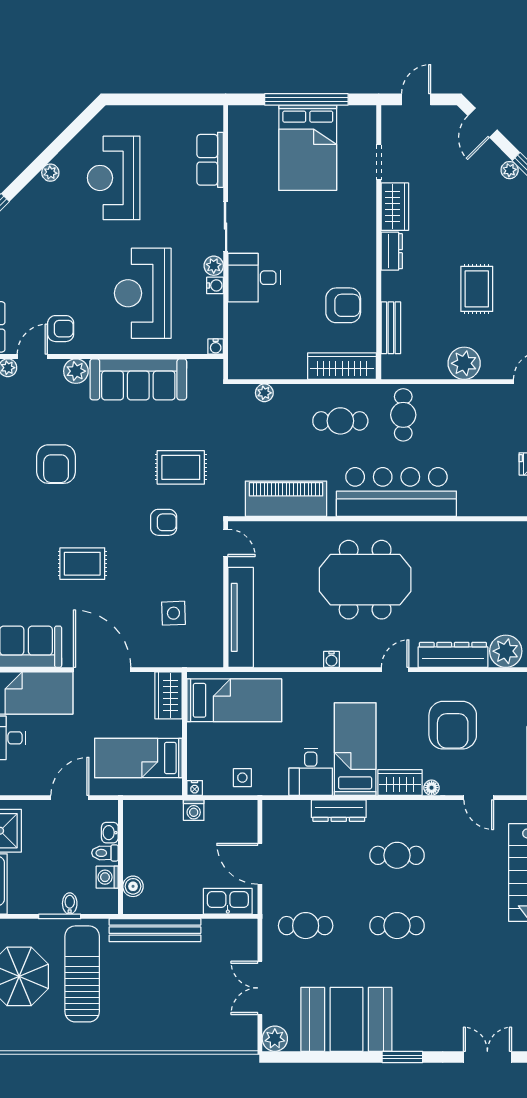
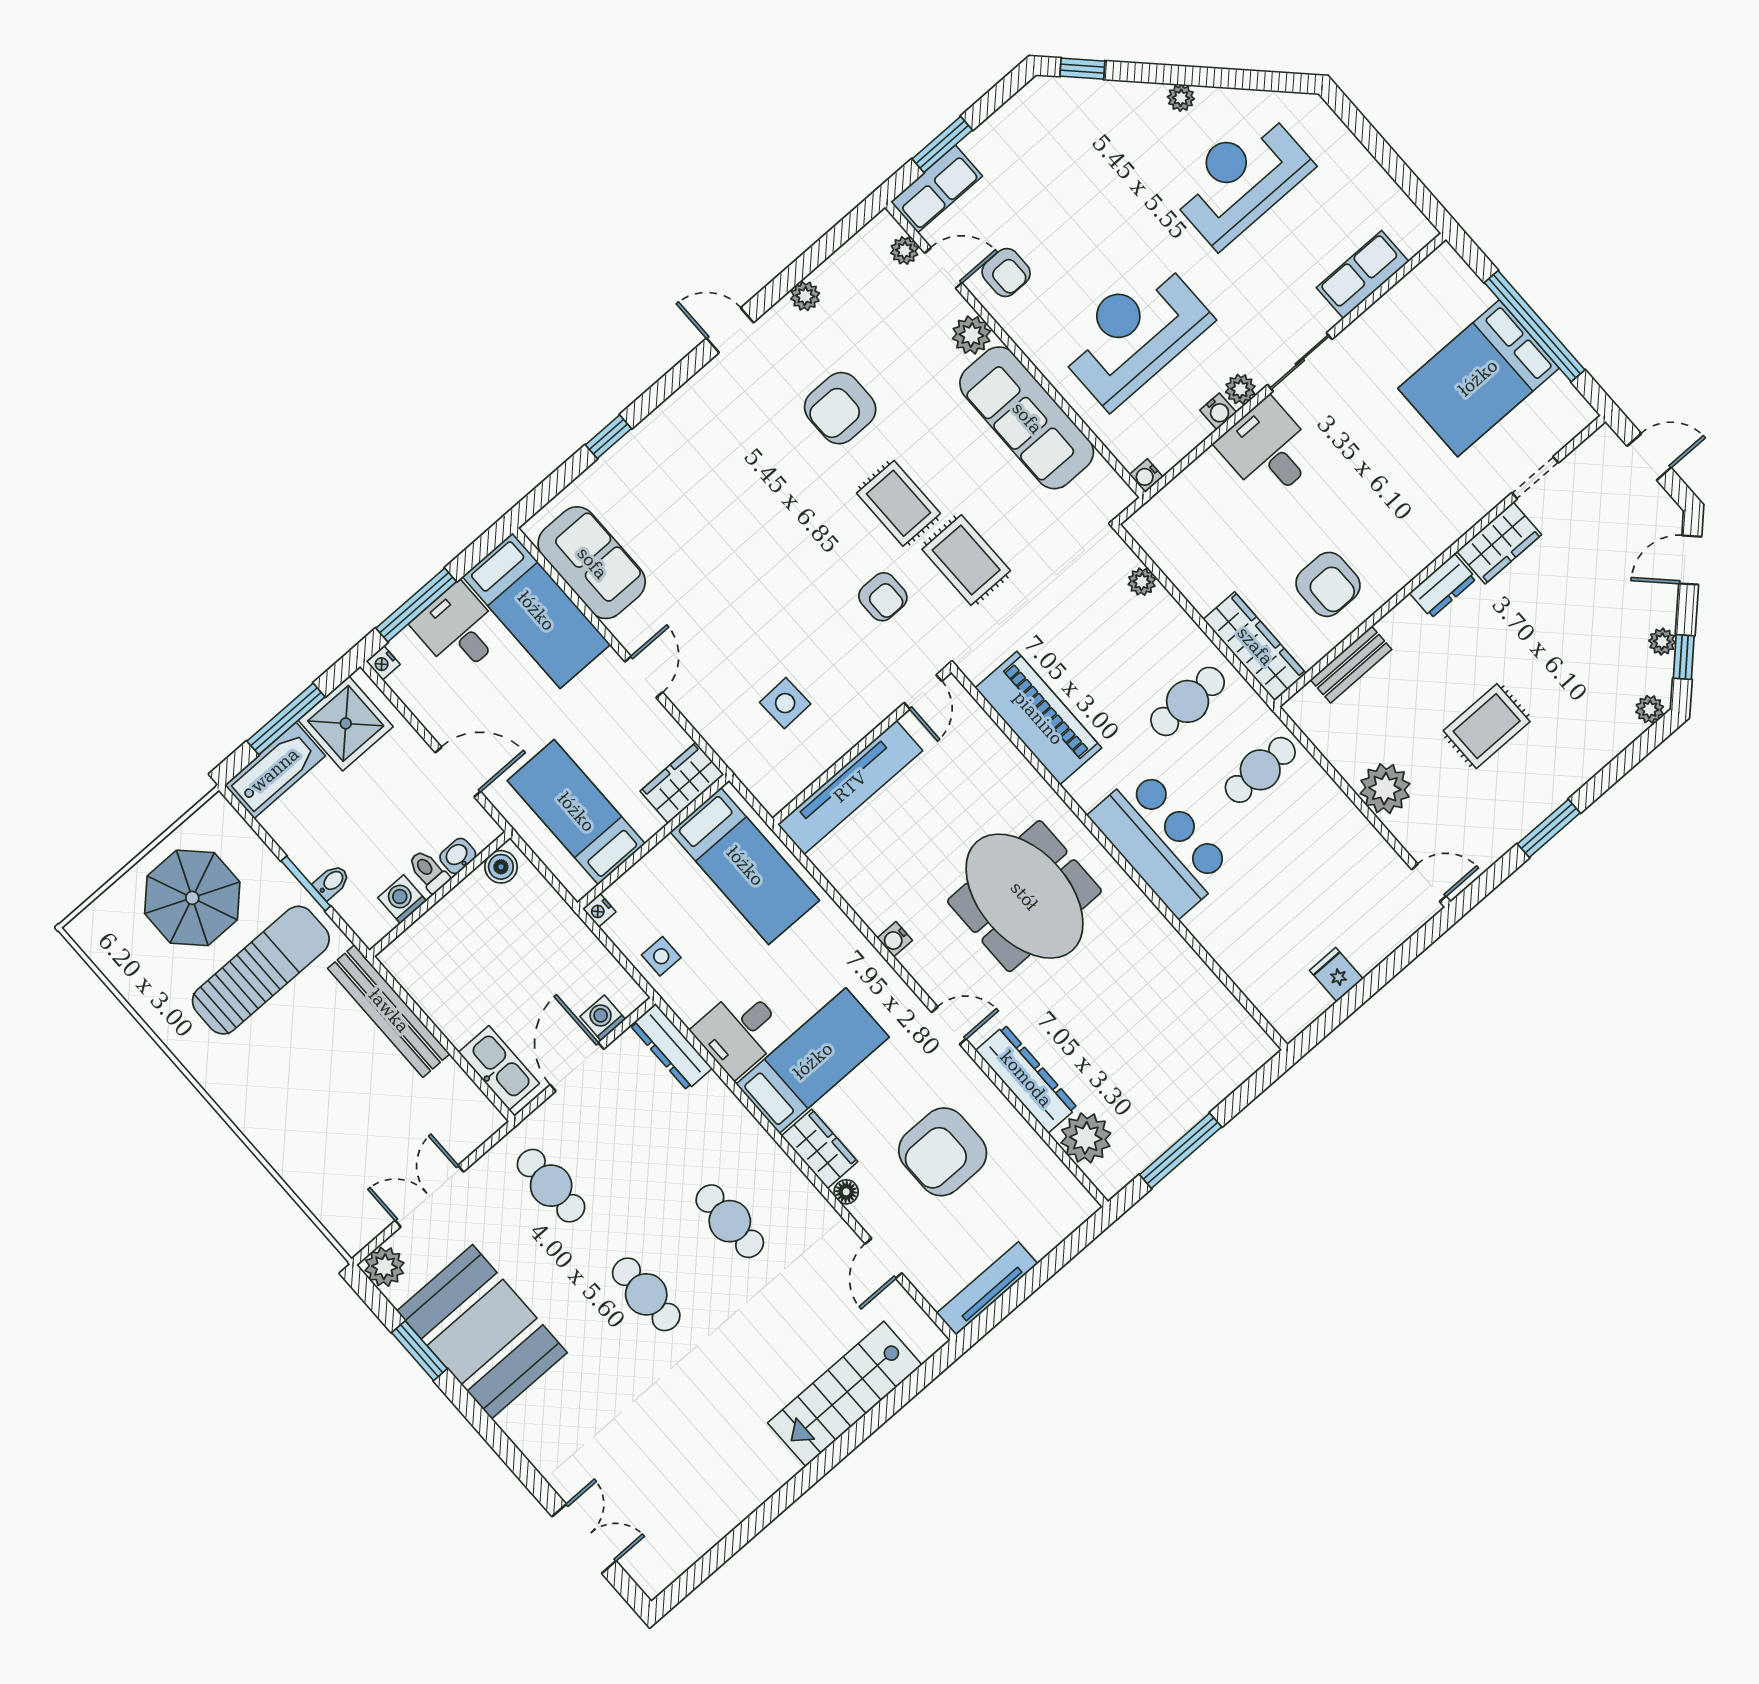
cafe table: (340, 421) -> (1188, 701), turned 90
bar counter: (396, 492) -> (1161, 842), width x0.73
rug: (82, 564) -> (898, 503), moved
door: (102, 670) -> (644, 677), width x0.53
washing machine: (194, 810) -> (603, 1018), moved, turned 90
dresser: (339, 811) -> (671, 1047), moved
boiler: (133, 886) -> (501, 867), moved
window: (402, 1057) -> (419, 1351), moved

